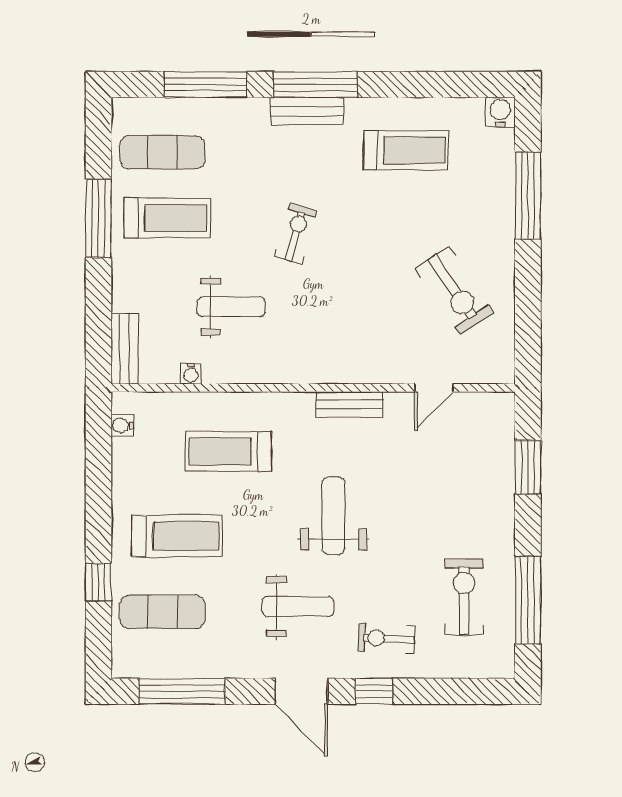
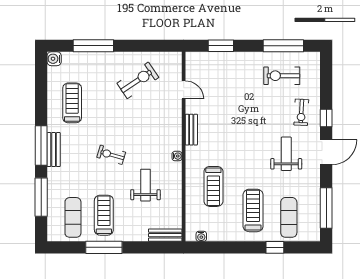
water cooler: (191, 374) -> (177, 156), moved
weight bench: (333, 516) -> (244, 137), removed

